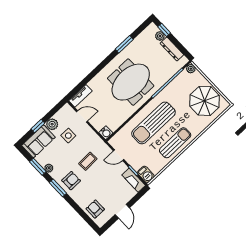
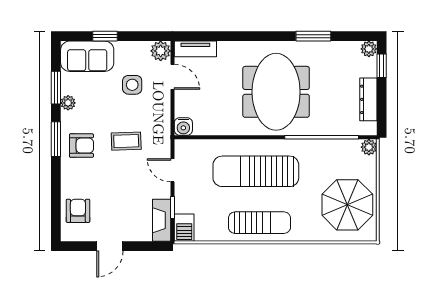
plant: (160, 36) -> (369, 49), moved
meeting table: (131, 82) -> (276, 92), turned 90
plant: (52, 124) -> (161, 51), moved

